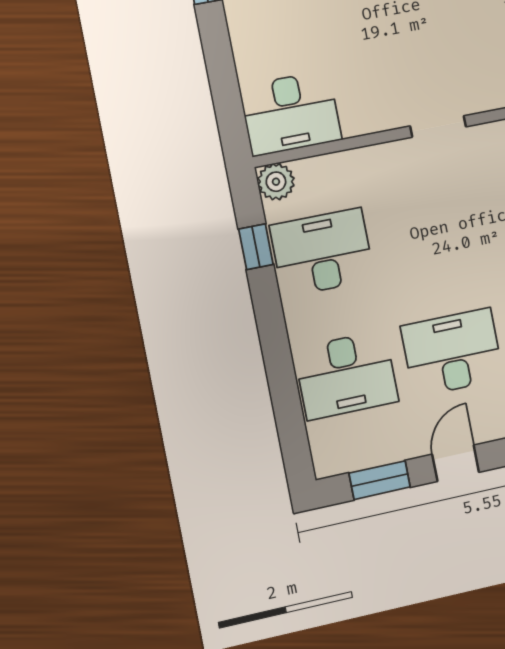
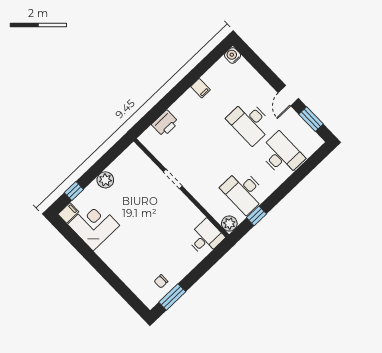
desk: (291, 113) -> (206, 238), width x0.73
door: (456, 463) -> (288, 96), hinge flipped

